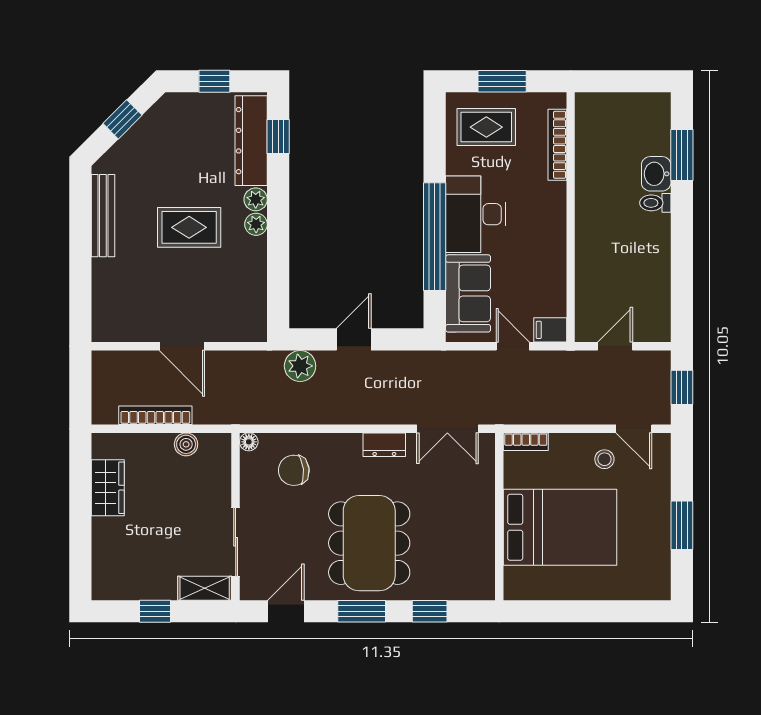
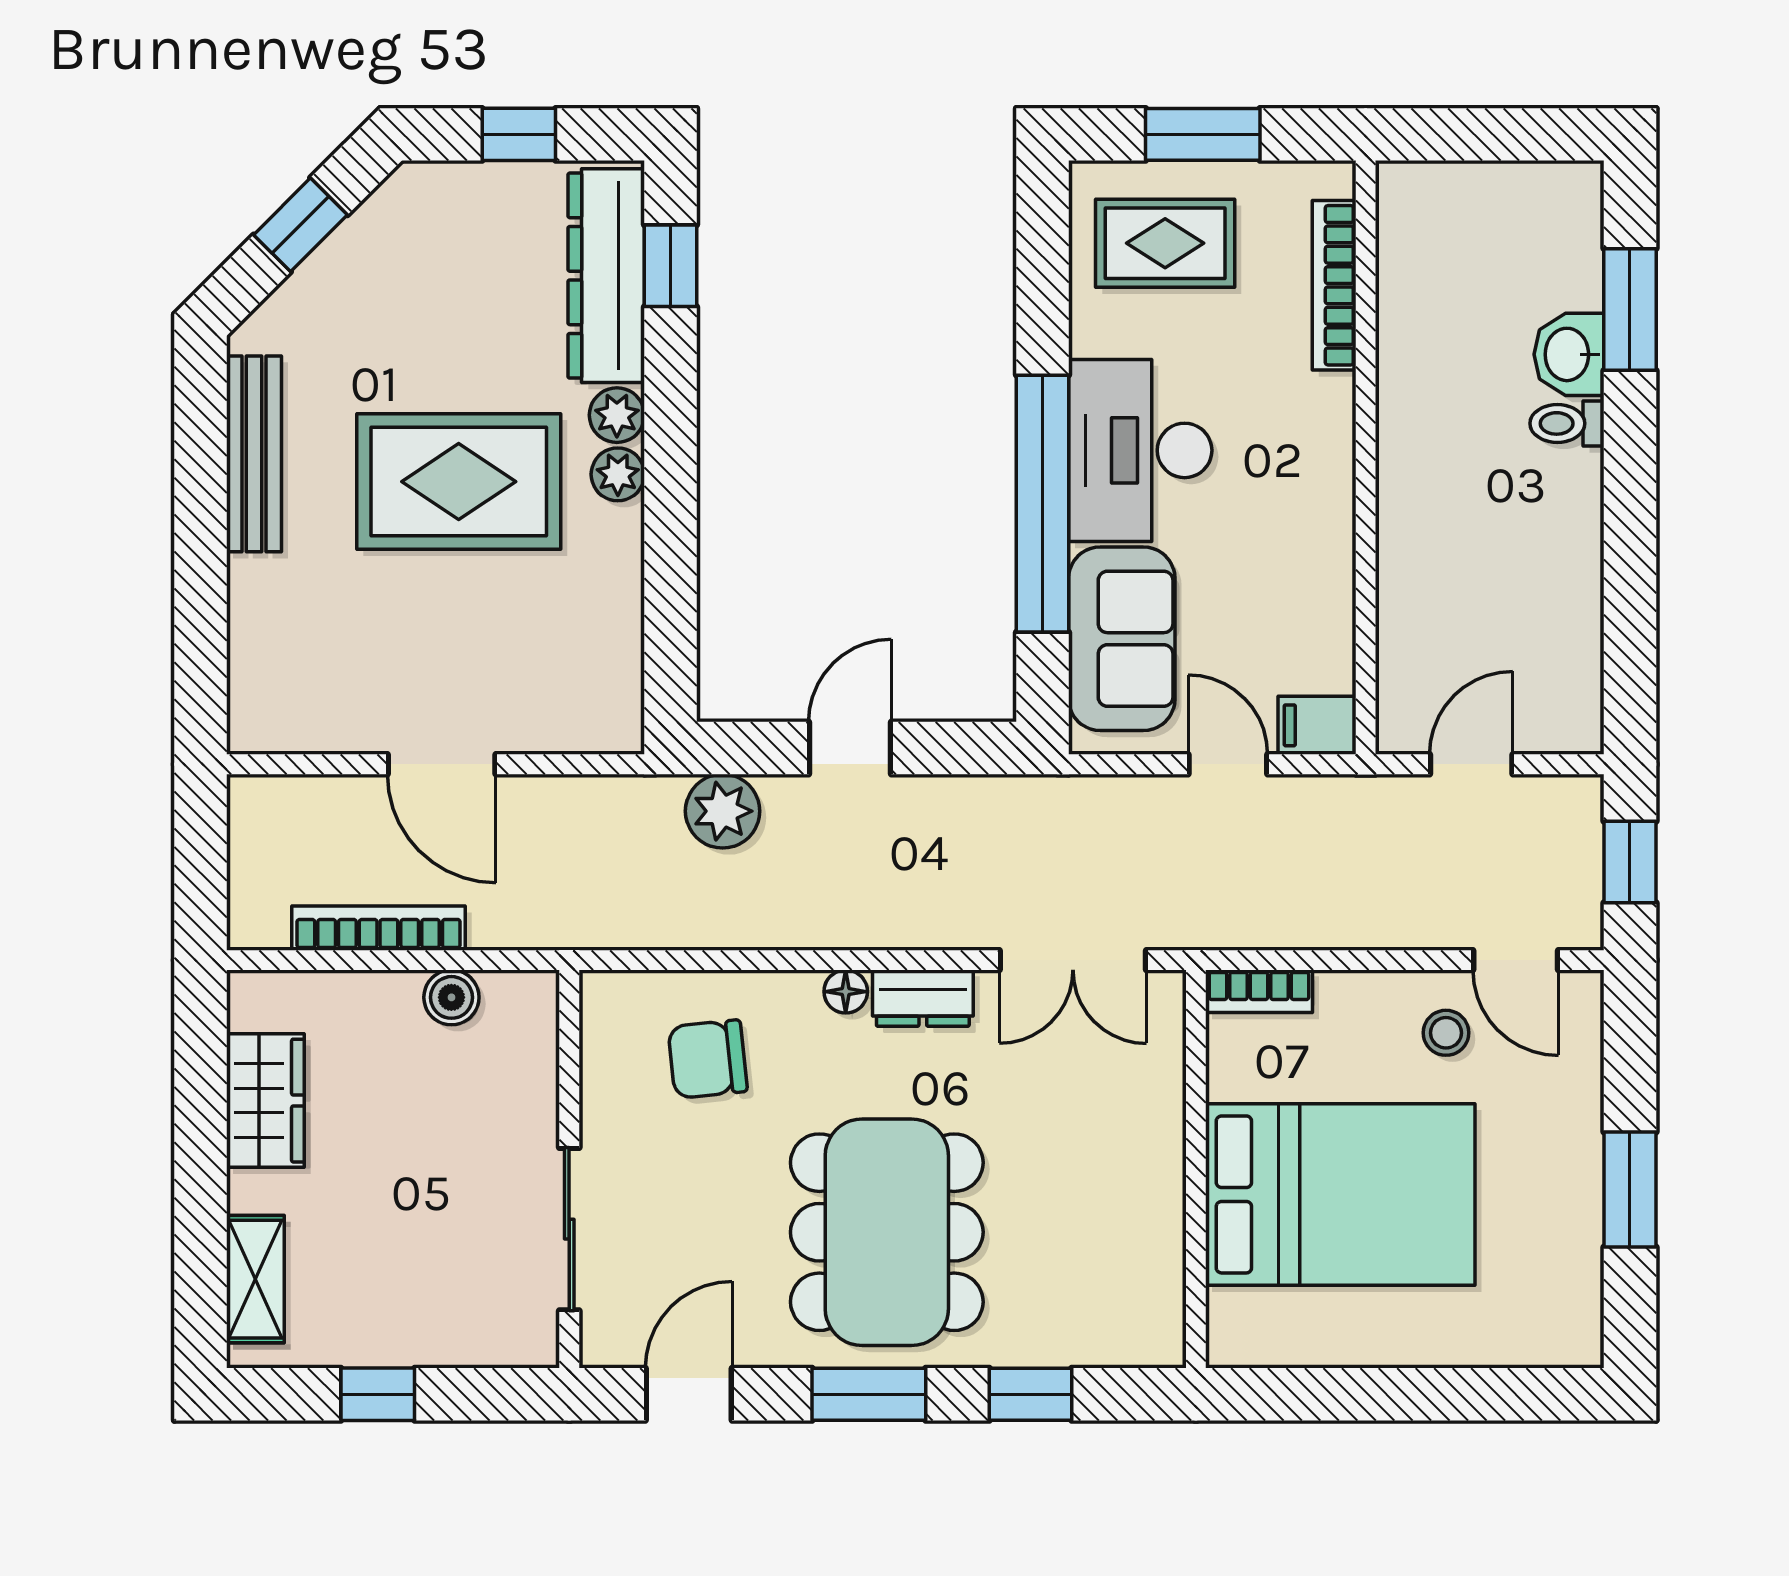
rug: (189, 227) -> (459, 482), width x1.36, depth x1.43
floor lamp: (249, 442) -> (846, 992), moved
shelving: (205, 588) -> (255, 1279), moved, turned 90

